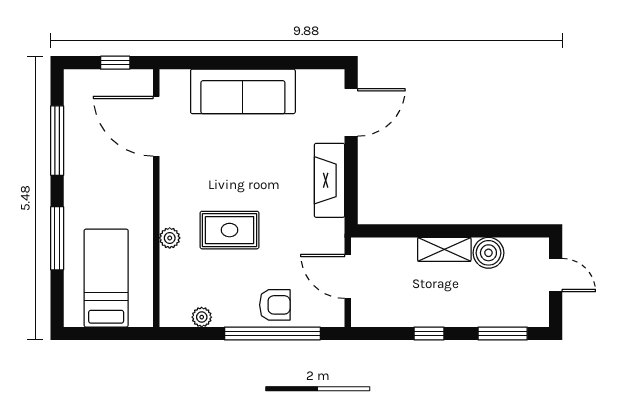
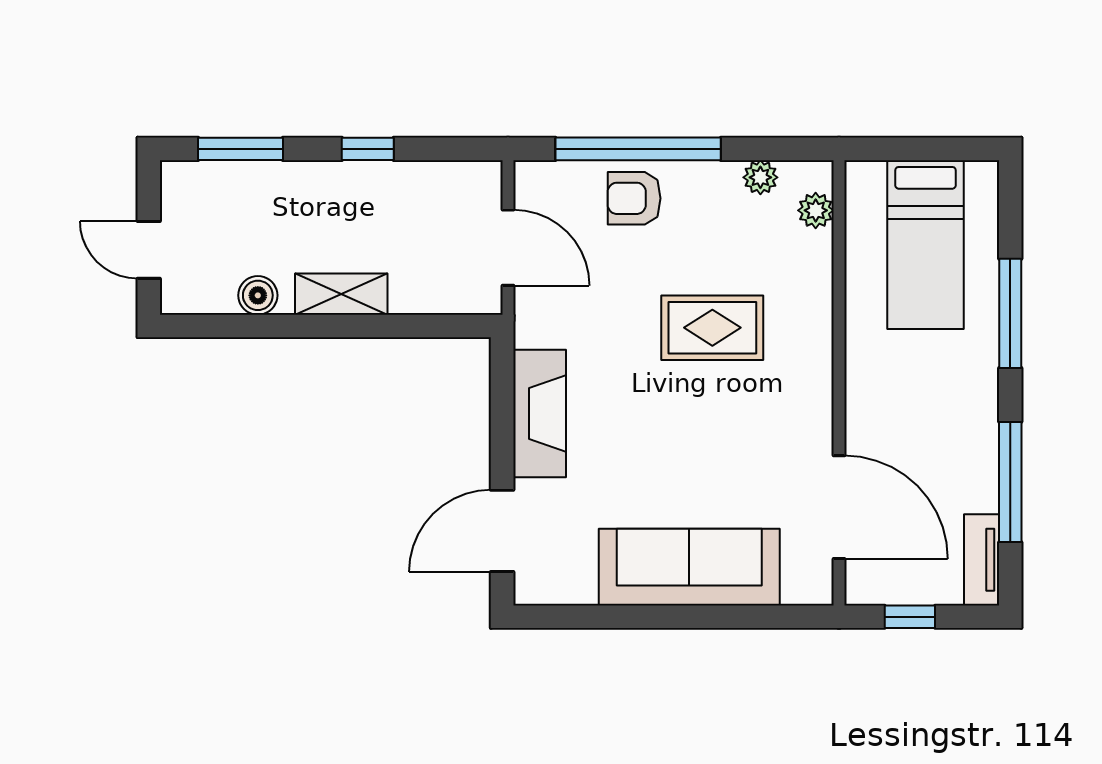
tv unit: (74, 96) -> (982, 560), added
plant: (170, 238) -> (816, 210), moved
boiler: (488, 253) -> (258, 295), width x0.73, depth x0.73

